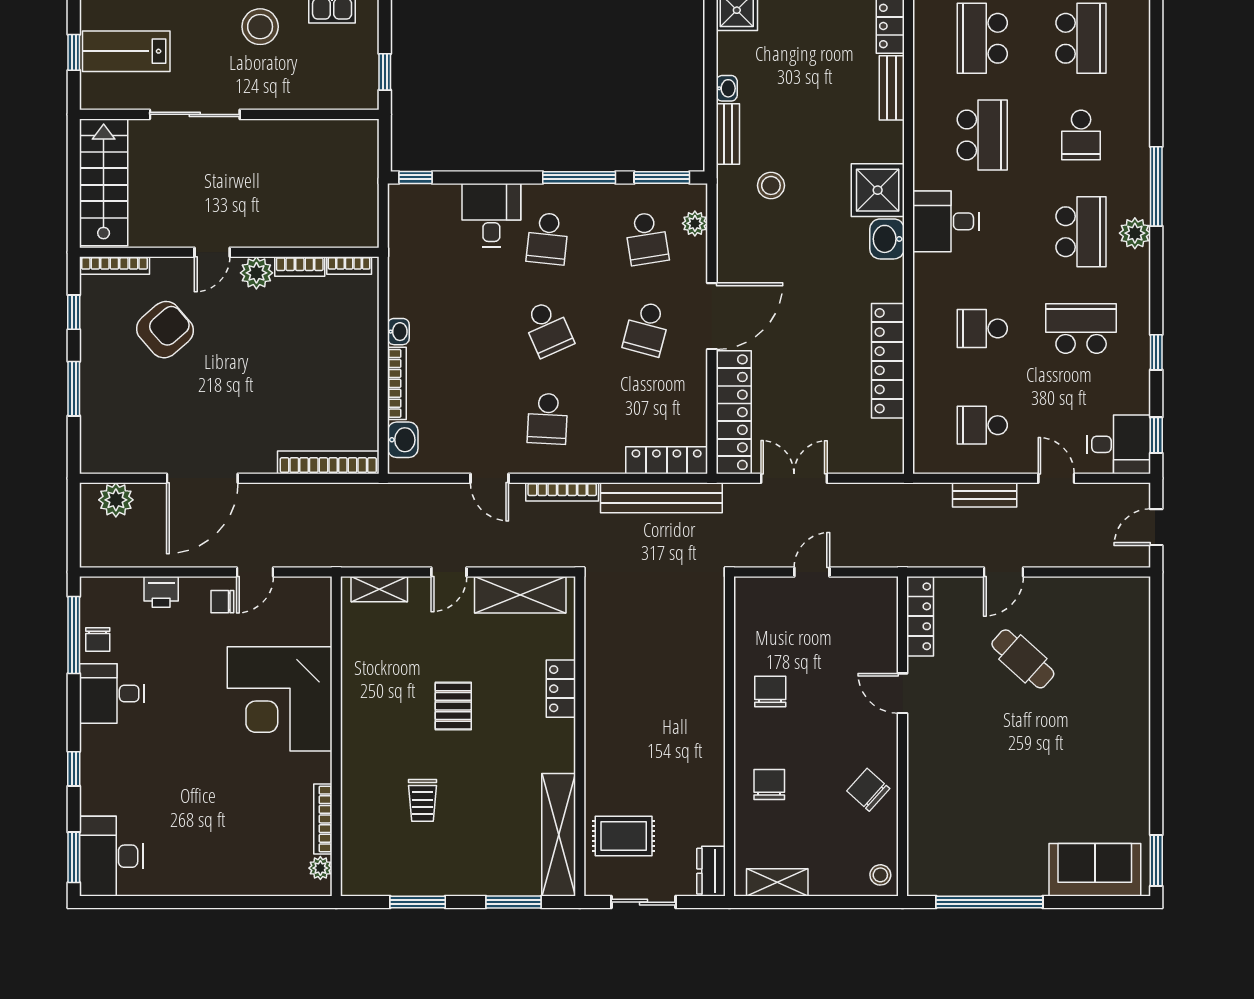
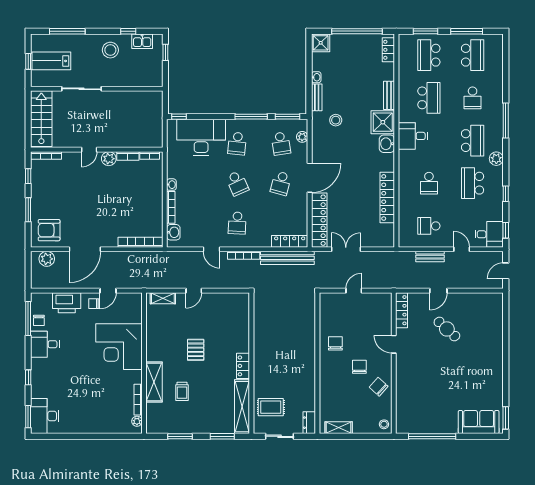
window: (385, 72) -> (165, 52), moved
bench: (892, 88) -> (389, 95), moved
desk: (491, 215) -> (201, 137), width x1.87, depth x1.30
plant: (1135, 233) -> (496, 159), moved
school desk: (982, 328) -> (429, 183), turned -90
school desk: (1081, 328) -> (473, 183), turned -90
armchair: (165, 330) -> (49, 230), moved, turned -139
printer: (161, 592) -> (67, 303), width x1.87, depth x1.48
shelving: (520, 595) -> (154, 382), moved, turned 90
locker: (561, 689) -> (243, 366), moved
chair: (769, 785) -> (359, 367), moved

